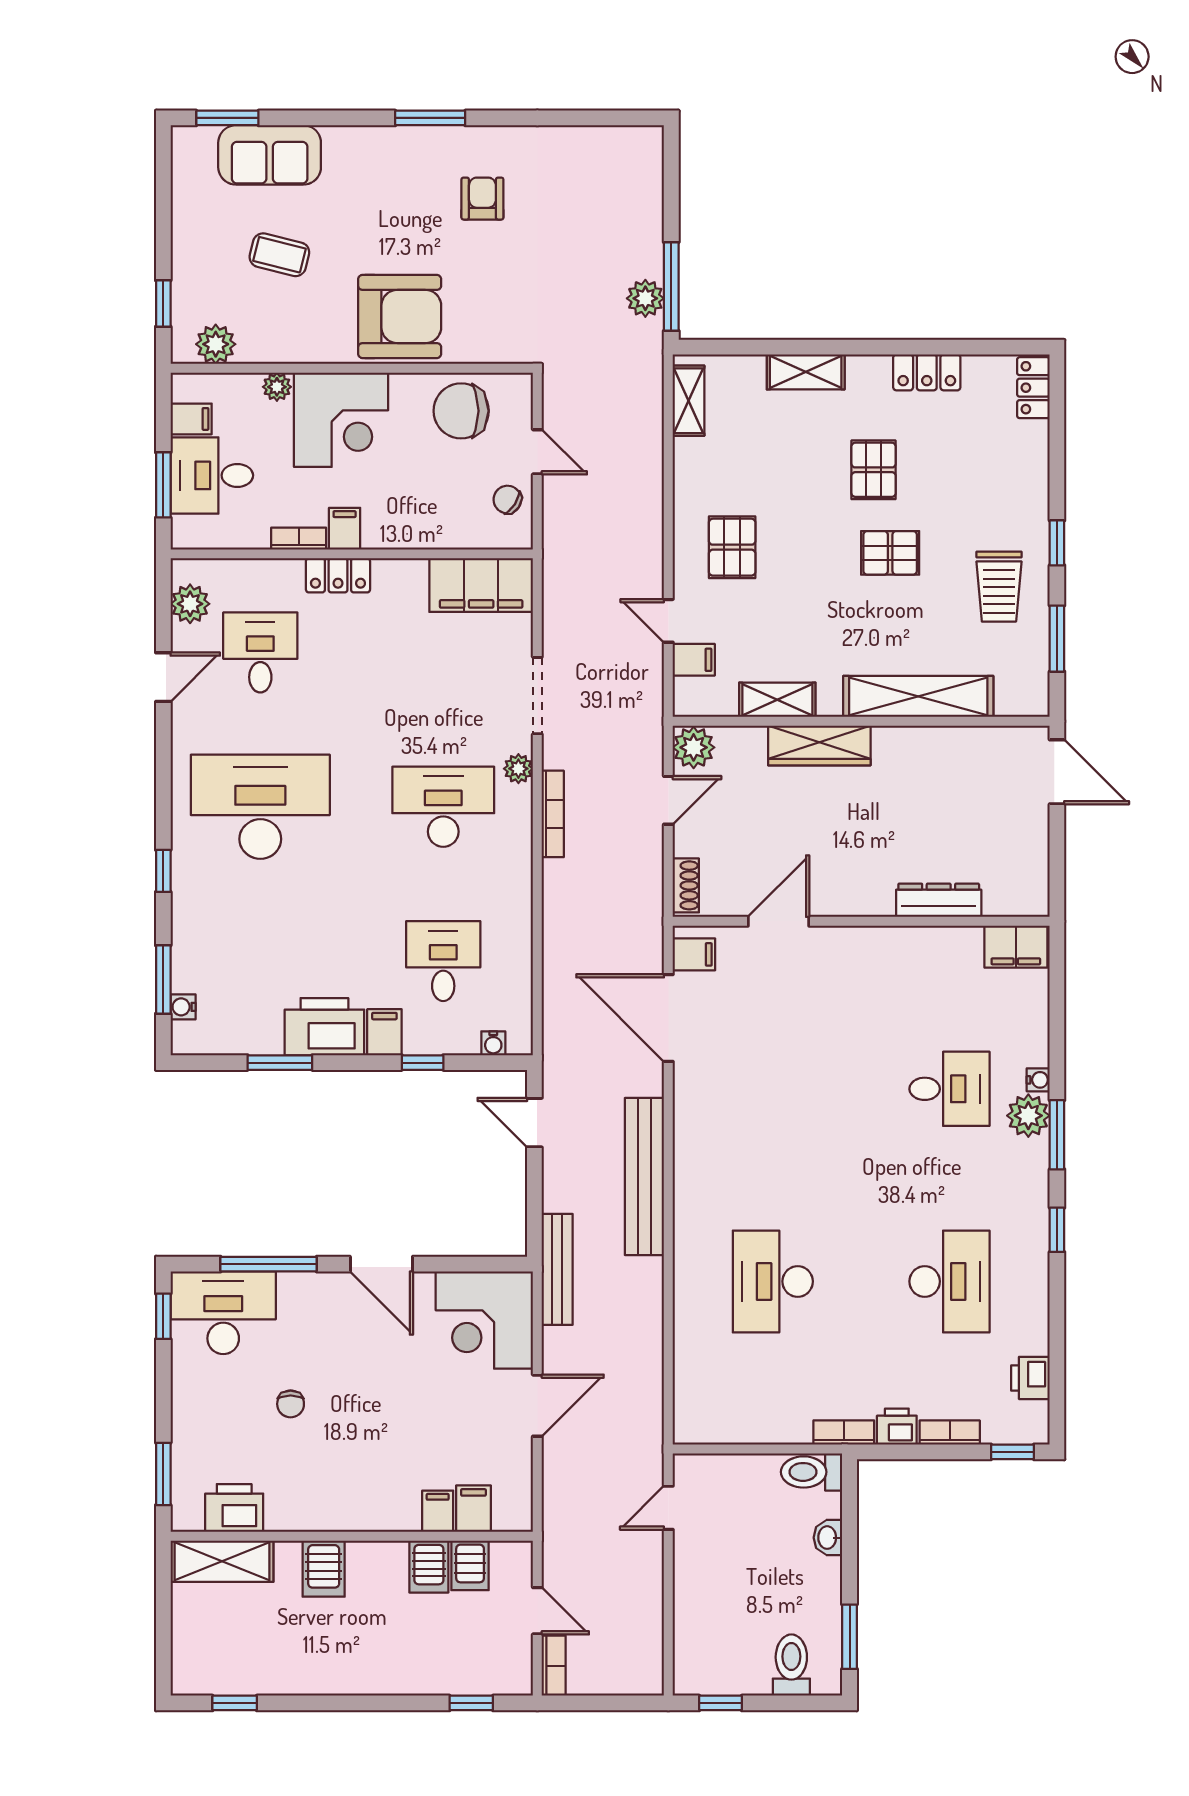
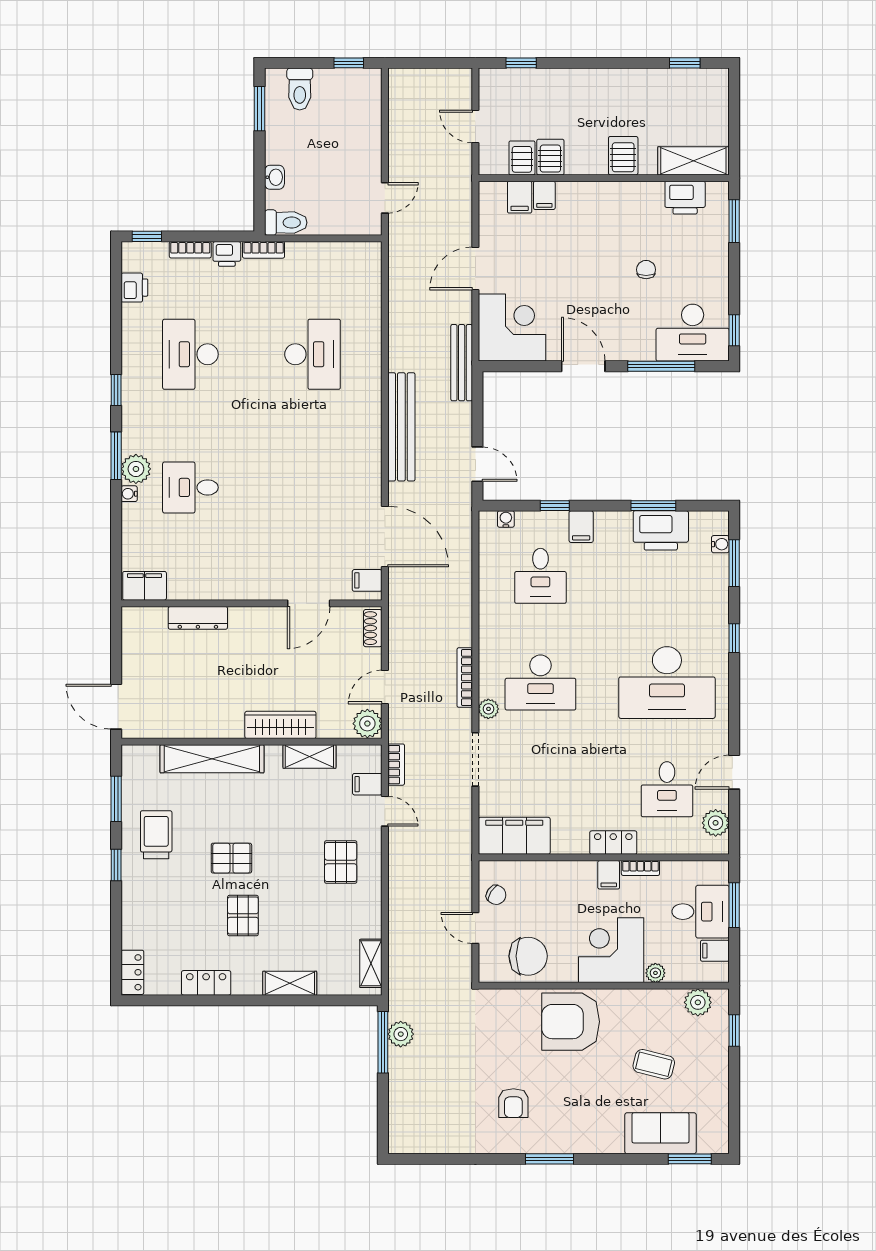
printer: (324, 1027) -> (661, 530), moved
bookcase: (554, 1666) -> (396, 765), moved, turned 180

